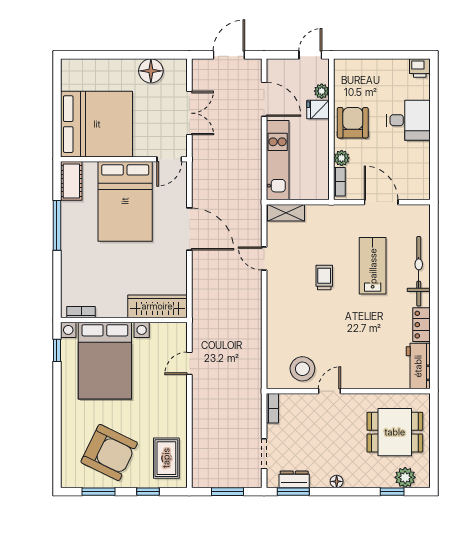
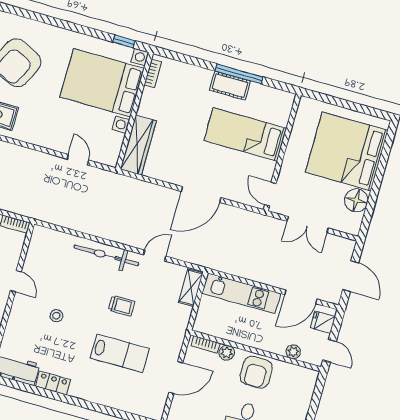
fridge: (318, 109) -> (323, 322), moved, turned -90
armchair: (353, 123) -> (256, 372), turned 90
bed: (97, 124) -> (347, 151), moved, turned 90
cot: (71, 181) -> (230, 86), moved
bed: (125, 201) -> (245, 134), width x0.67
bicycle: (419, 271) -> (106, 255), moved, turned 180
stool: (302, 369) -> (56, 316), moved, width x0.53, depth x0.53

